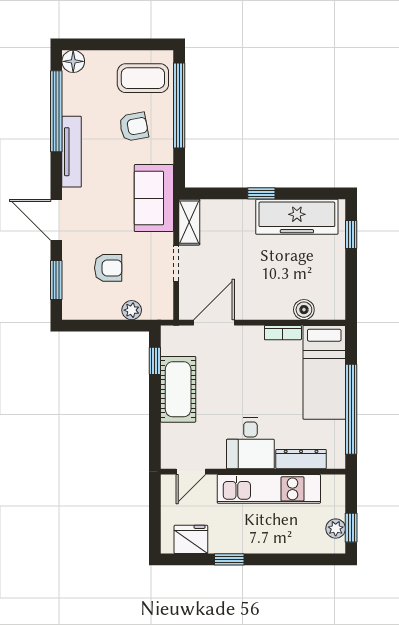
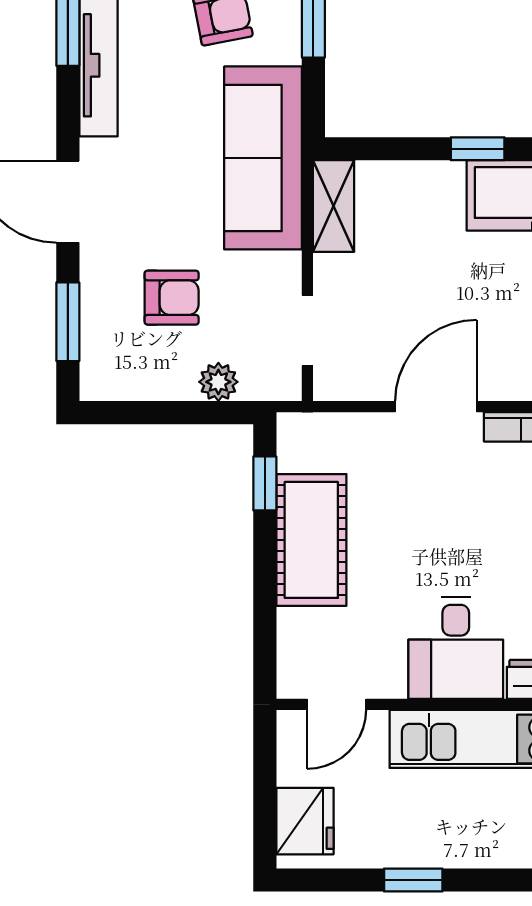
sofa: (154, 198) -> (263, 158), width x1.36
doorway: (176, 263) -> (307, 330), moved
door: (214, 323) -> (436, 407), moved
fridge: (191, 539) -> (305, 821), moved, turned 90

